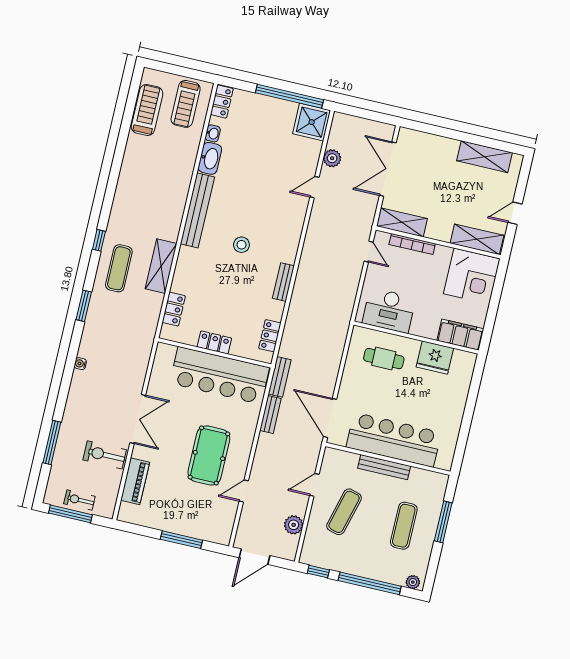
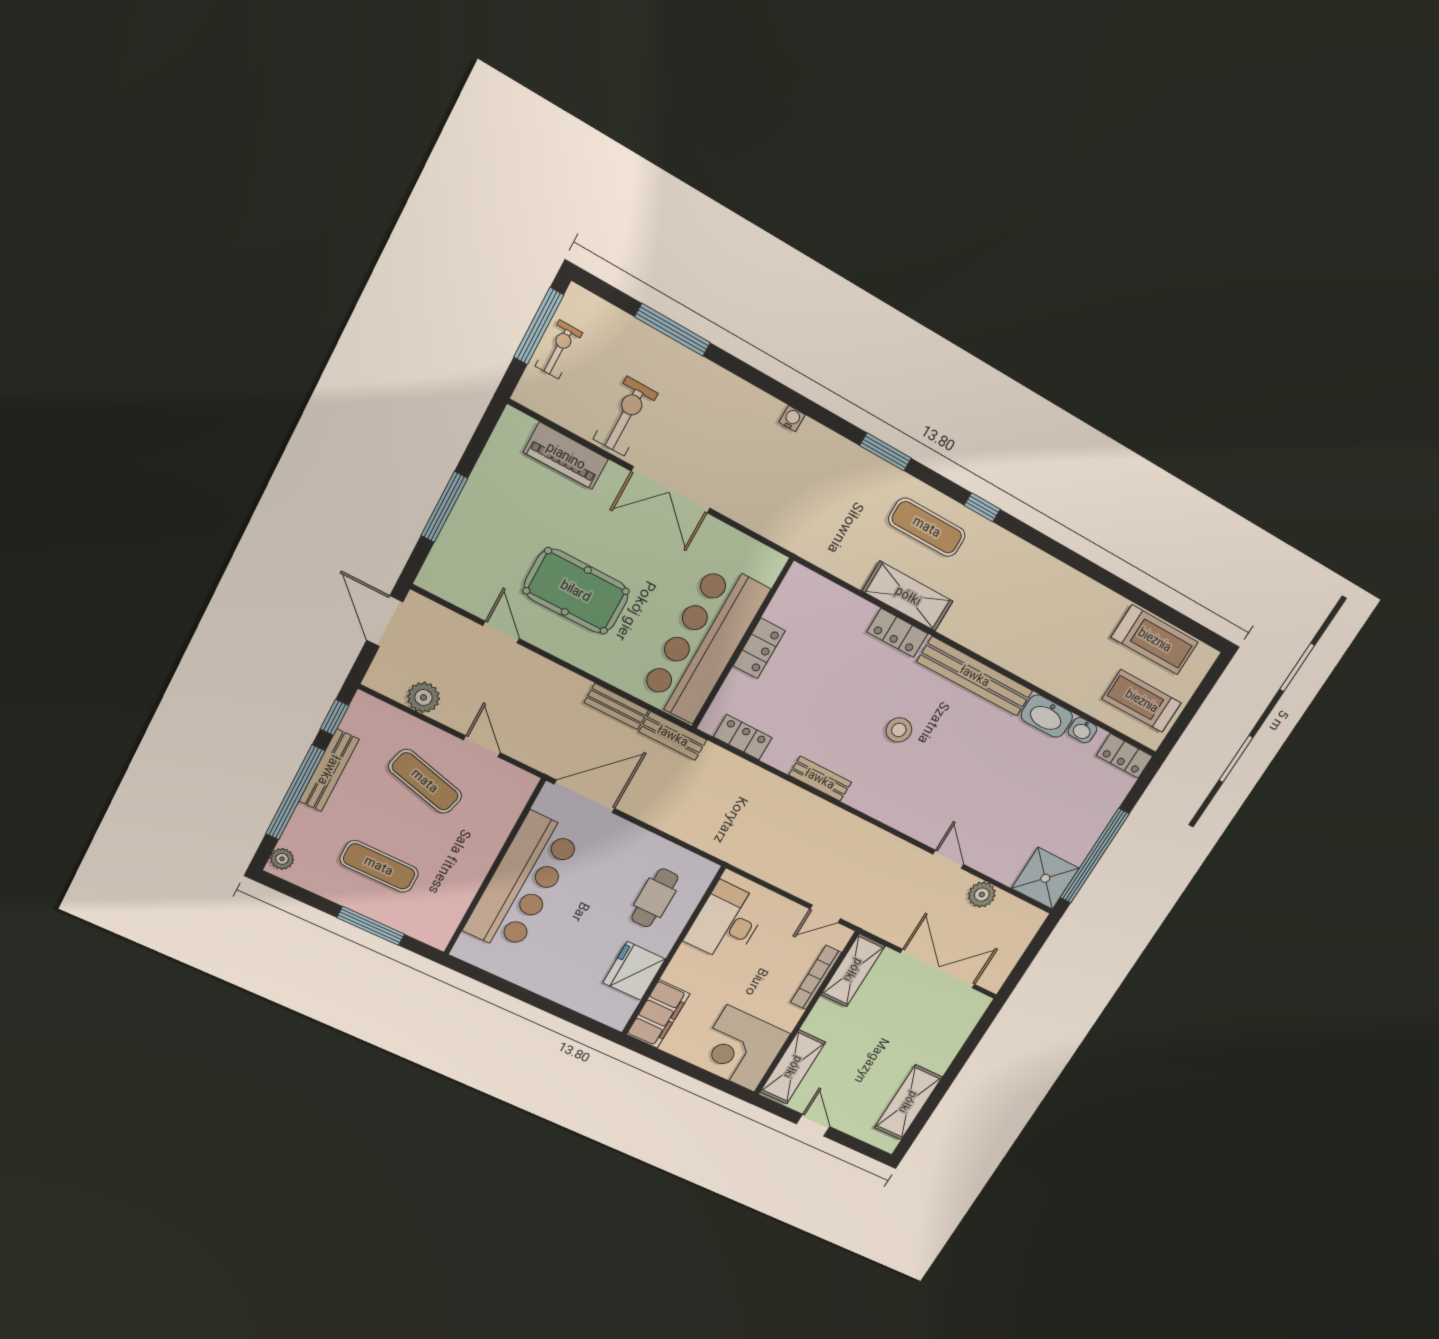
locker: (174, 309) -> (897, 633), moved
bench: (384, 467) -> (329, 770), moved

